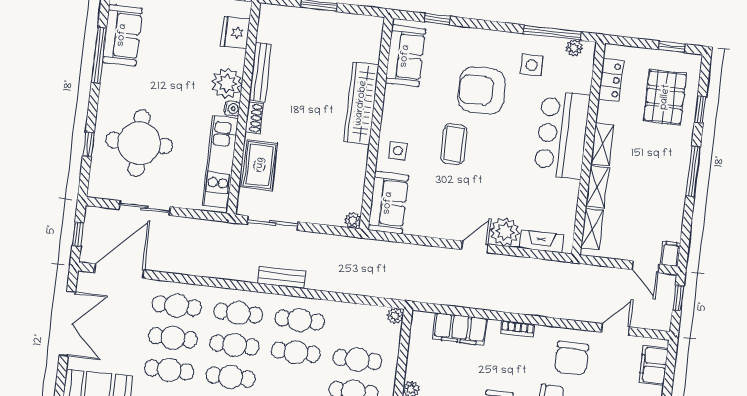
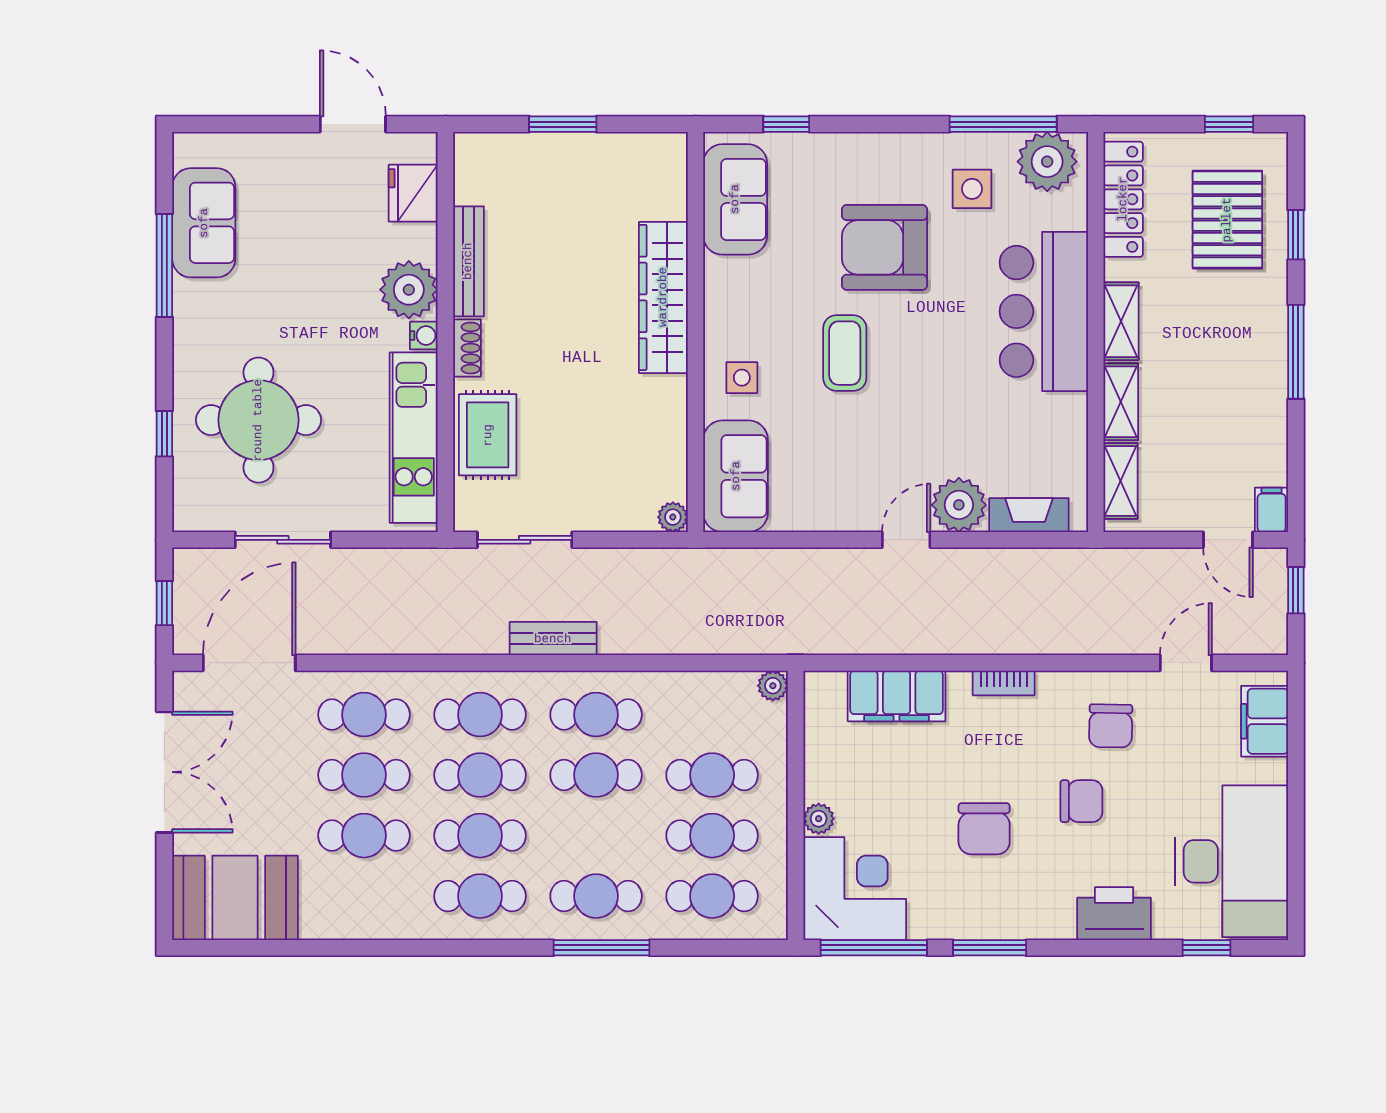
plant: (574, 48) -> (1047, 162), width x1.88, depth x1.88
locker: (611, 80) -> (1123, 199), width x1.53
chair: (572, 358) -> (1111, 726), width x0.73, depth x0.73

